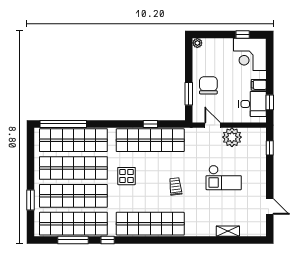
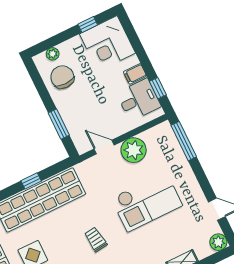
plant: (197, 43) -> (53, 54), moved
chair: (208, 85) -> (62, 77), moved
window: (270, 148) -> (184, 141), width x2.17
checkout: (224, 178) -> (147, 202), width x1.36, depth x1.21
plant: (260, 230) -> (218, 242), added

